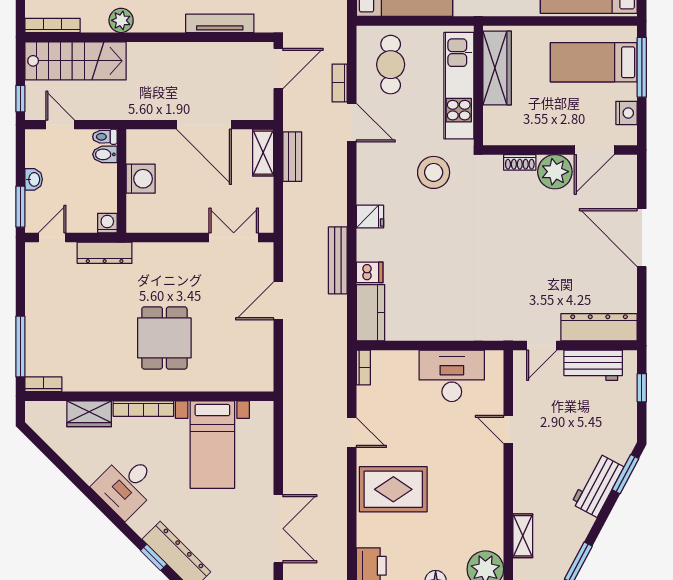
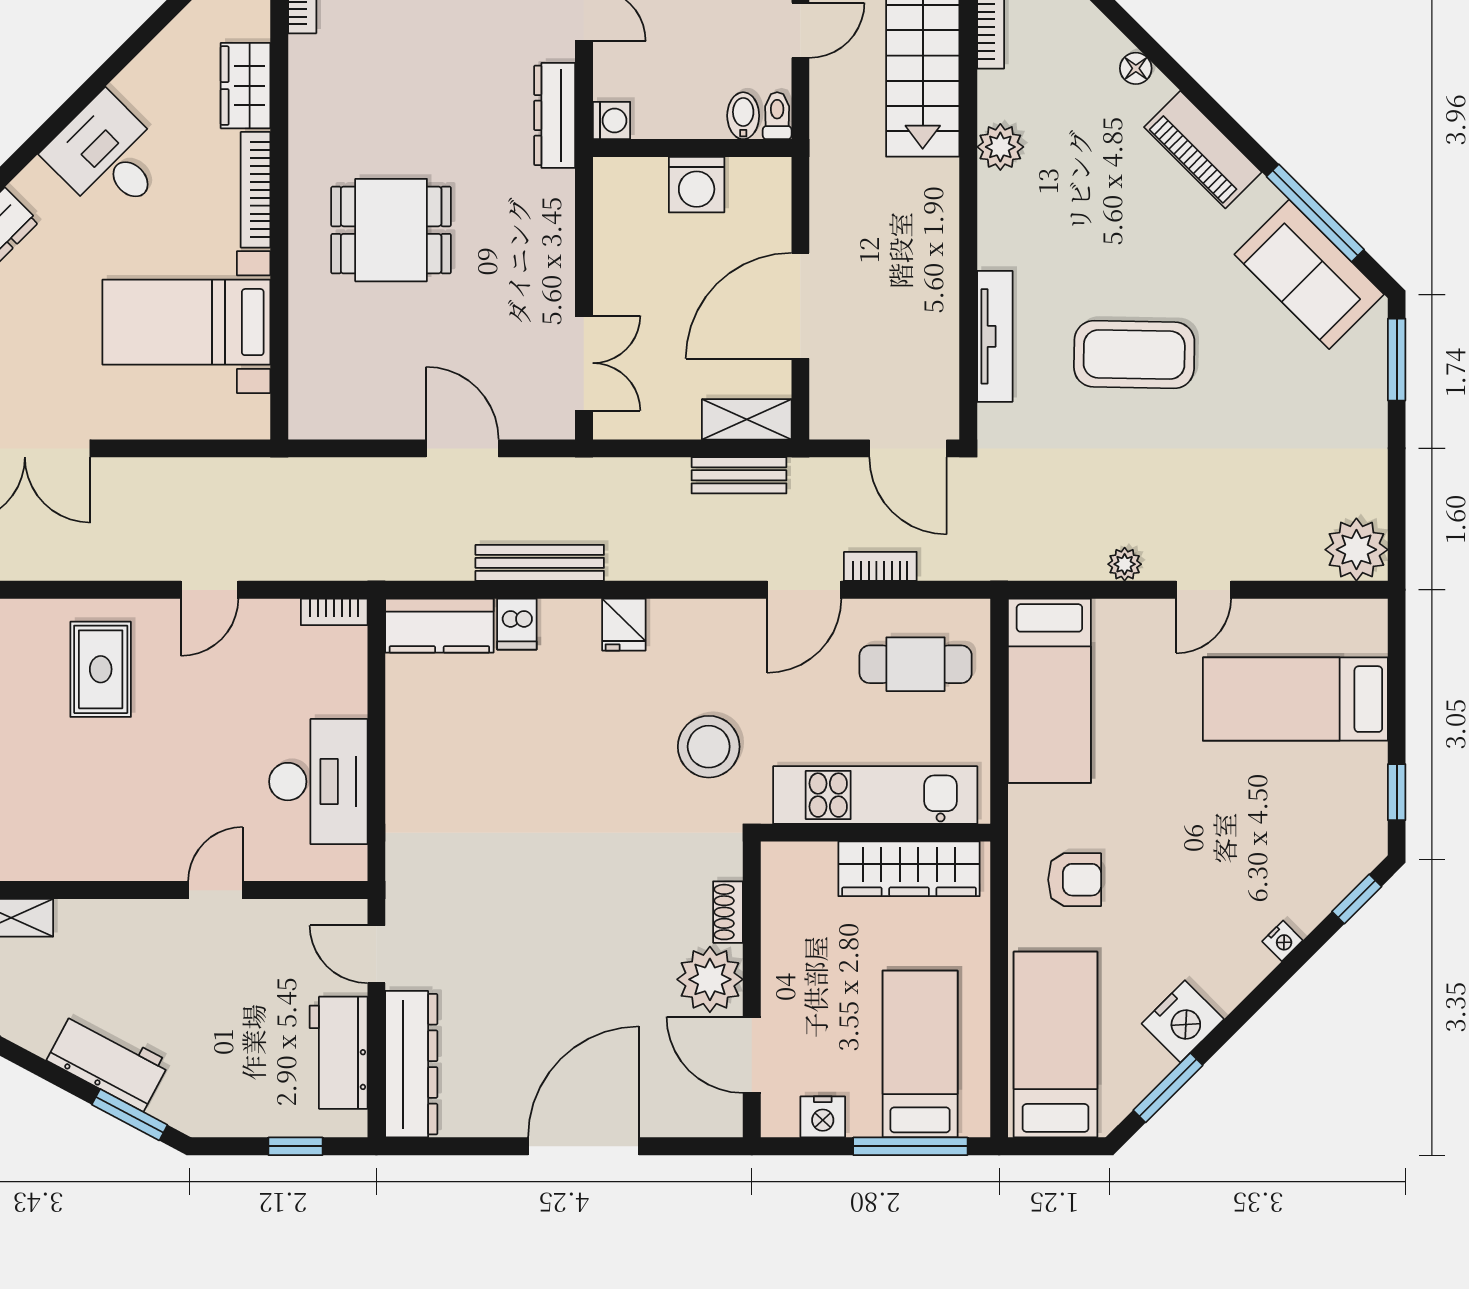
rug: (393, 489) -> (101, 669), width x0.73, depth x0.70

